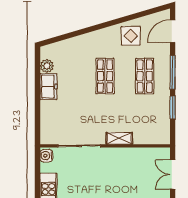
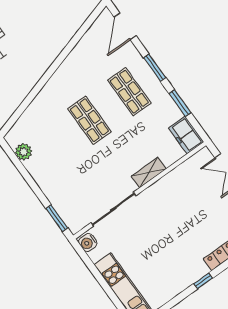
display table: (131, 36) -> (86, 61), removed
window: (173, 72) -> (155, 68), width x0.69
freezer: (48, 87) -> (186, 135), moved, turned 180
window: (37, 125) -> (57, 218), added

